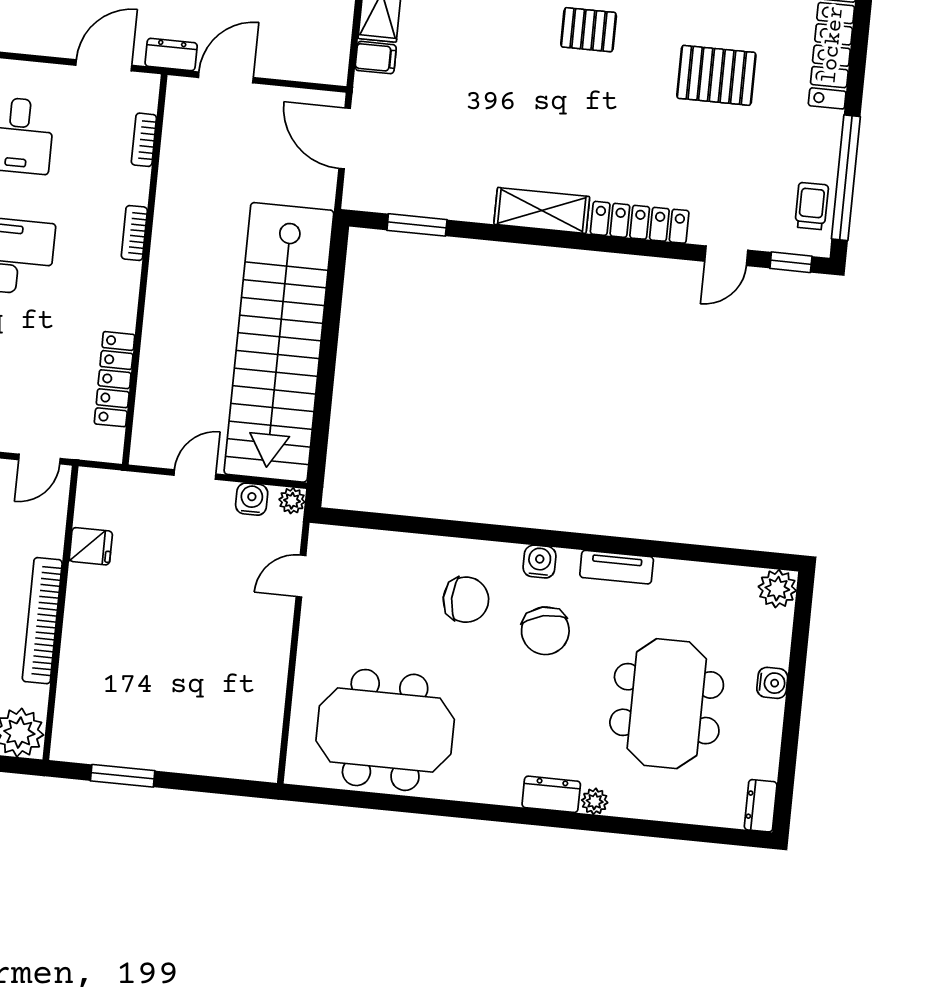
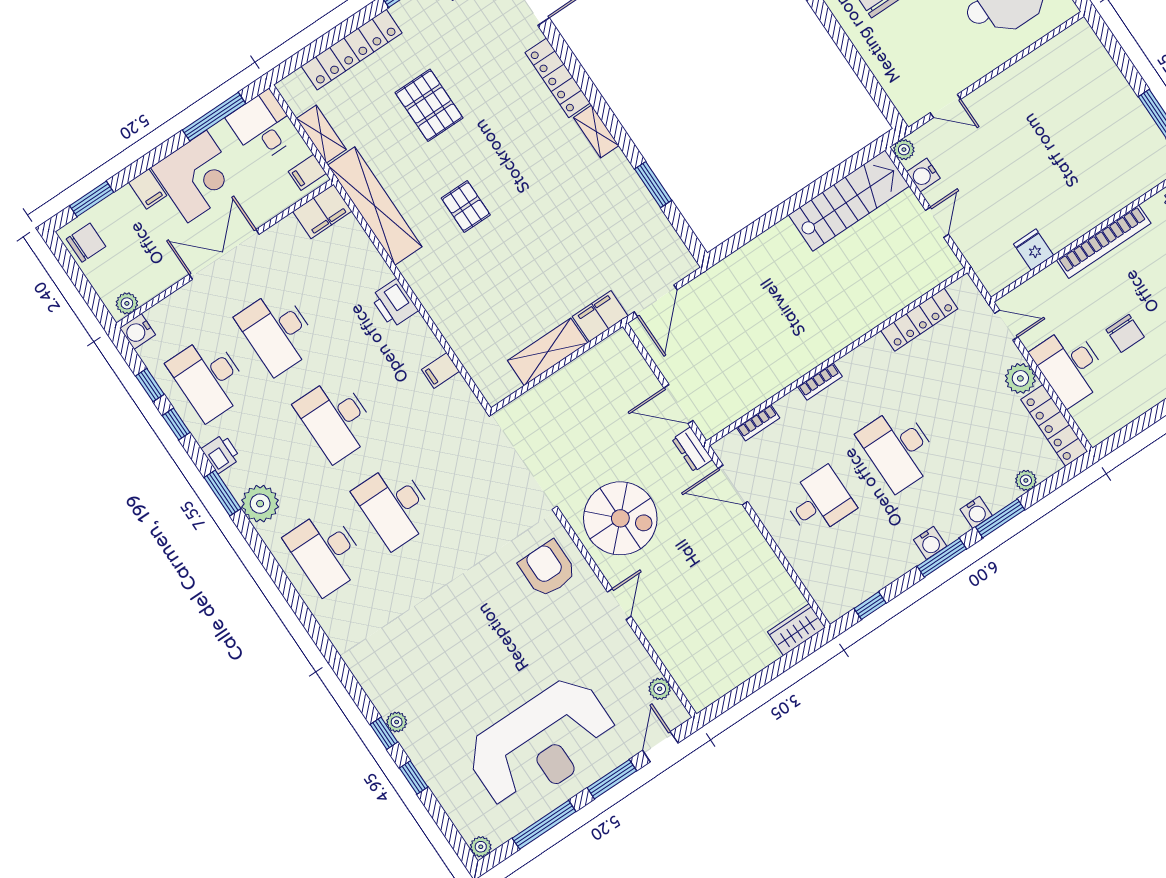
filing cabinet: (376, 58) -> (600, 316), width x2.00
shelving: (542, 210) -> (596, 131), width x0.67, depth x0.75
window: (417, 225) -> (653, 185), moved
stairs: (279, 342) -> (849, 201), width x0.54, depth x0.66
door: (195, 475) -> (937, 222), swing flipped

